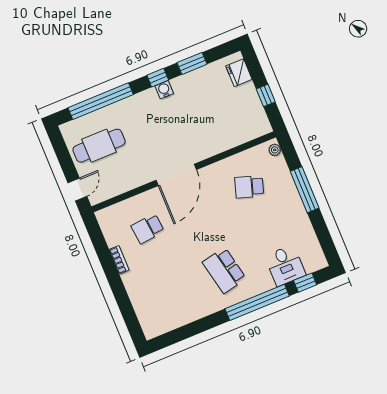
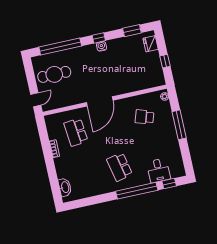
window: (192, 63) -> (132, 31), moved
school desk: (148, 229) -> (76, 132), width x1.85
washbasin: (146, 316) -> (65, 187), added

